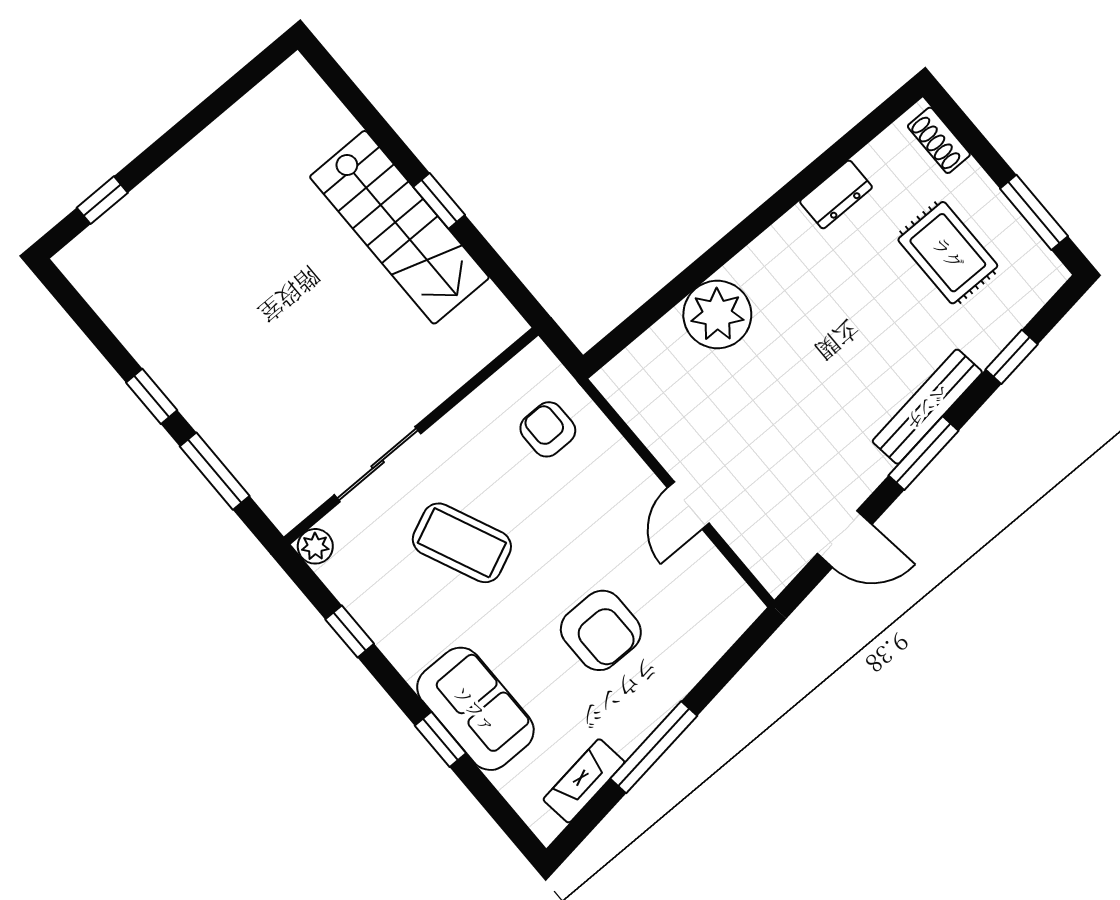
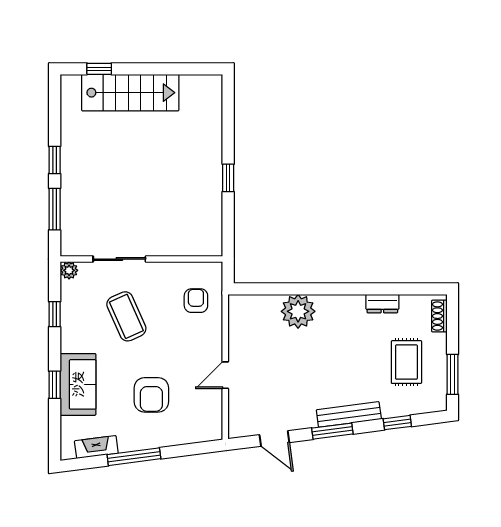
stairs: (399, 227) -> (130, 93), moved, turned -90

